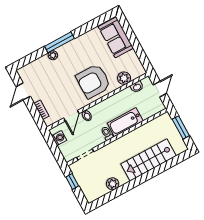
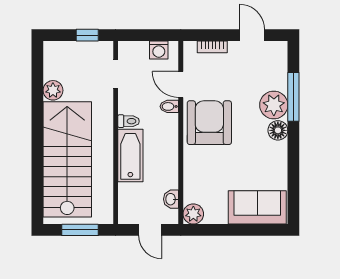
window: (59, 42) -> (293, 97), moved
floor lamp: (67, 49) -> (278, 130), added
plant: (53, 55) -> (274, 105), width x1.88, depth x1.88
plant: (124, 78) -> (193, 214), moved
armchair: (93, 81) -> (209, 123), moved
stairs: (148, 160) -> (67, 159), width x1.36, depth x1.51

